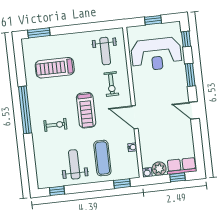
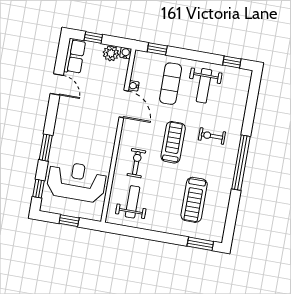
treadmill: (55, 68) -> (194, 200), turned 90
door: (194, 110) -> (57, 84), moved
door: (135, 117) -> (124, 104), moved
row of seats: (182, 166) -> (75, 56), moved, turned -90

